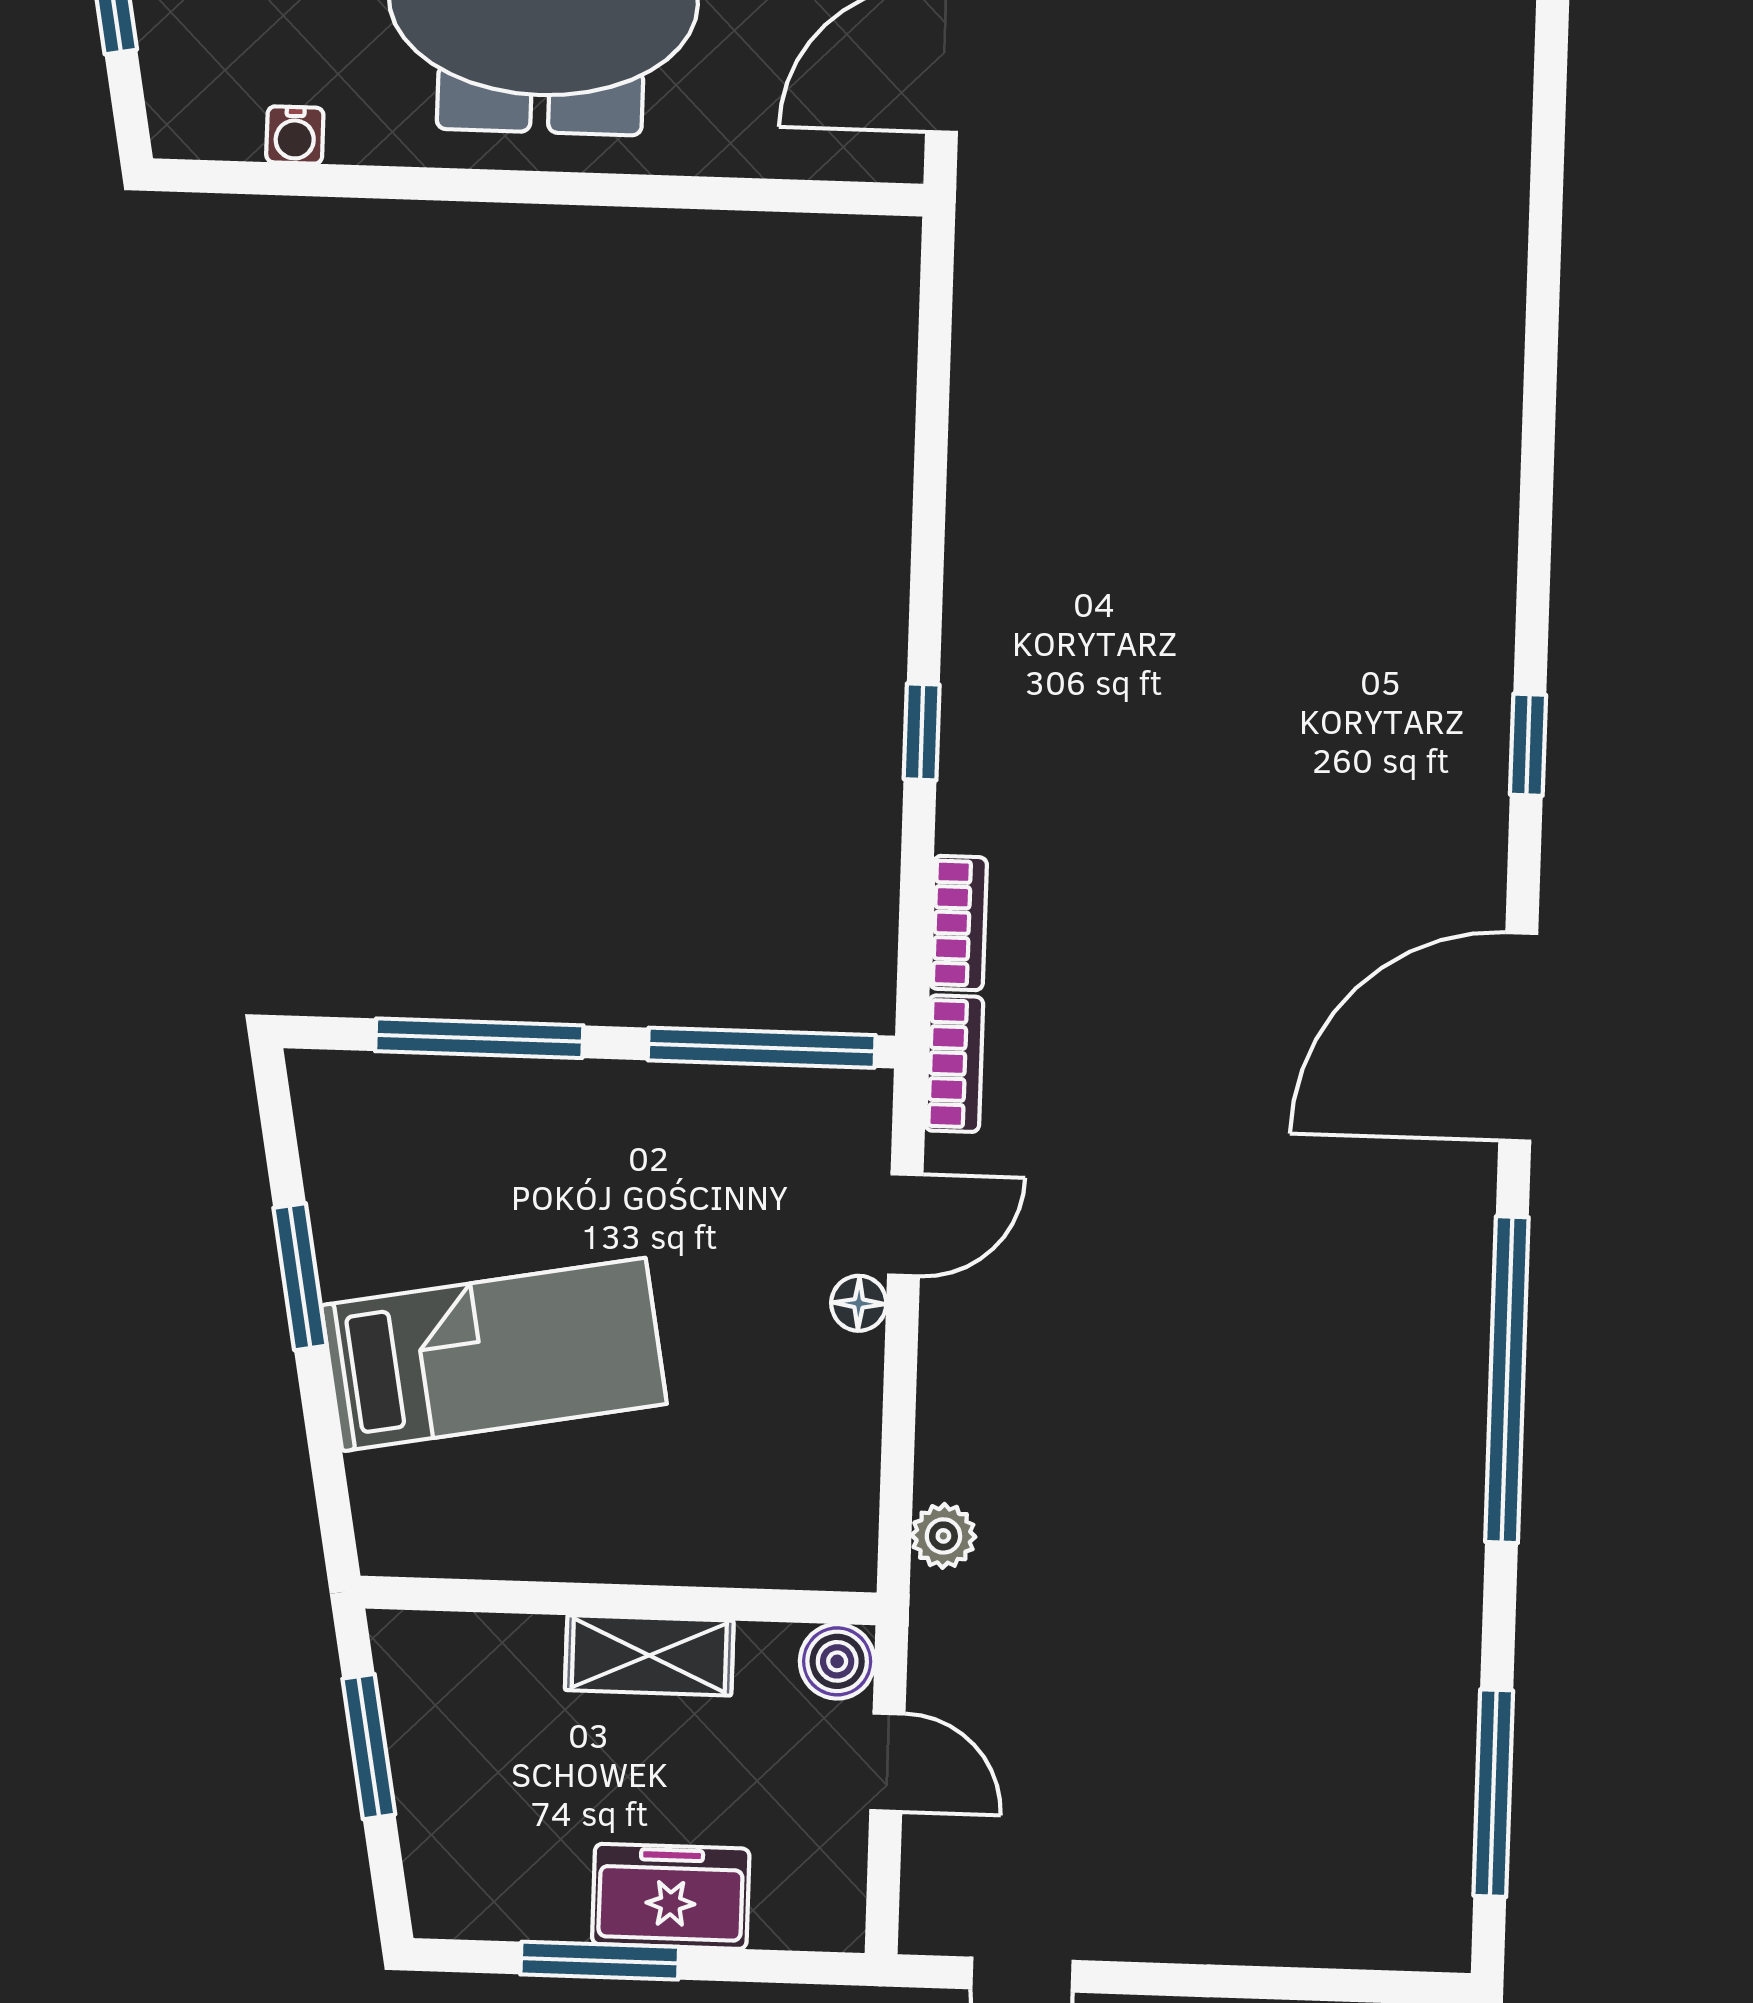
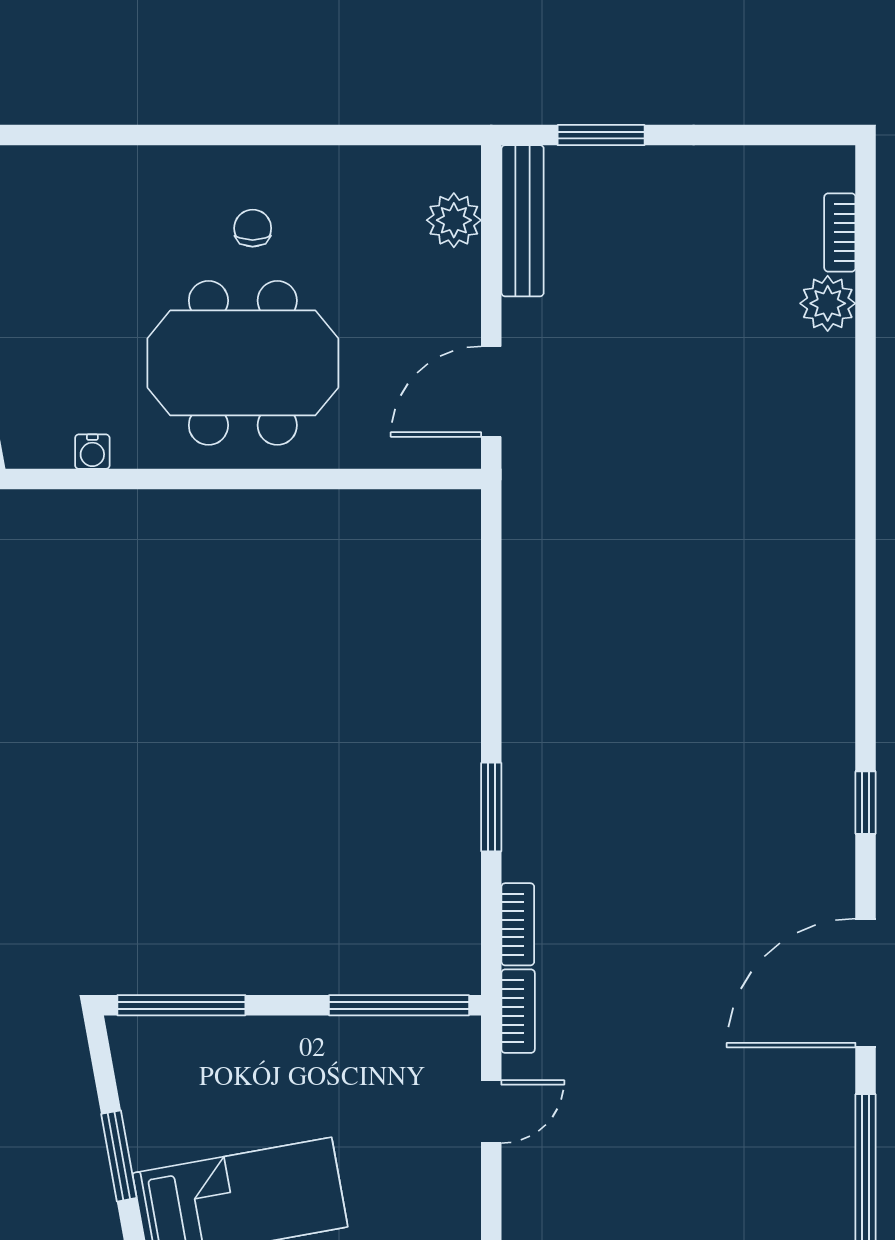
window: (922, 732) -> (491, 807), width x1.50
window: (479, 1038) -> (181, 1005), moved
floor lamp: (859, 1303) -> (464, 1161), removed

